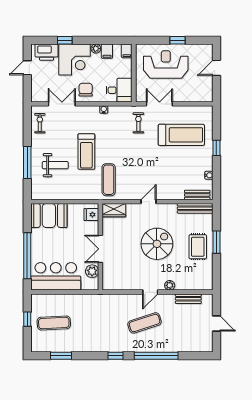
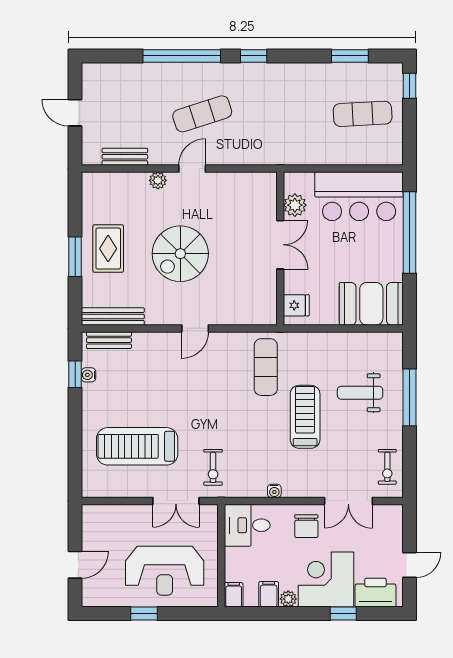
window: (216, 148) -> (75, 374), moved
wardrobe: (114, 210) -> (256, 313), removed
window: (27, 319) -> (410, 86), moved

